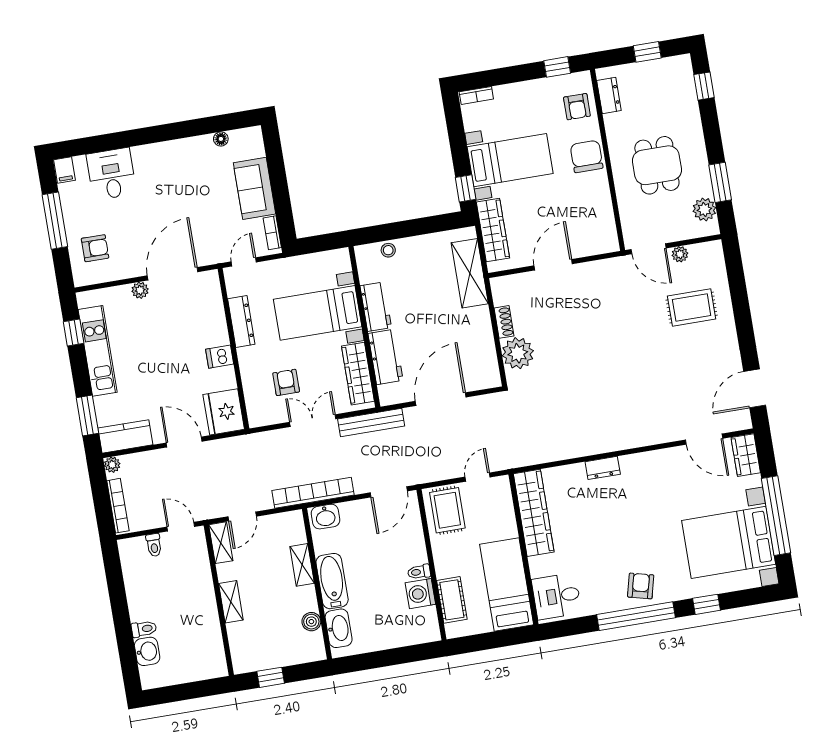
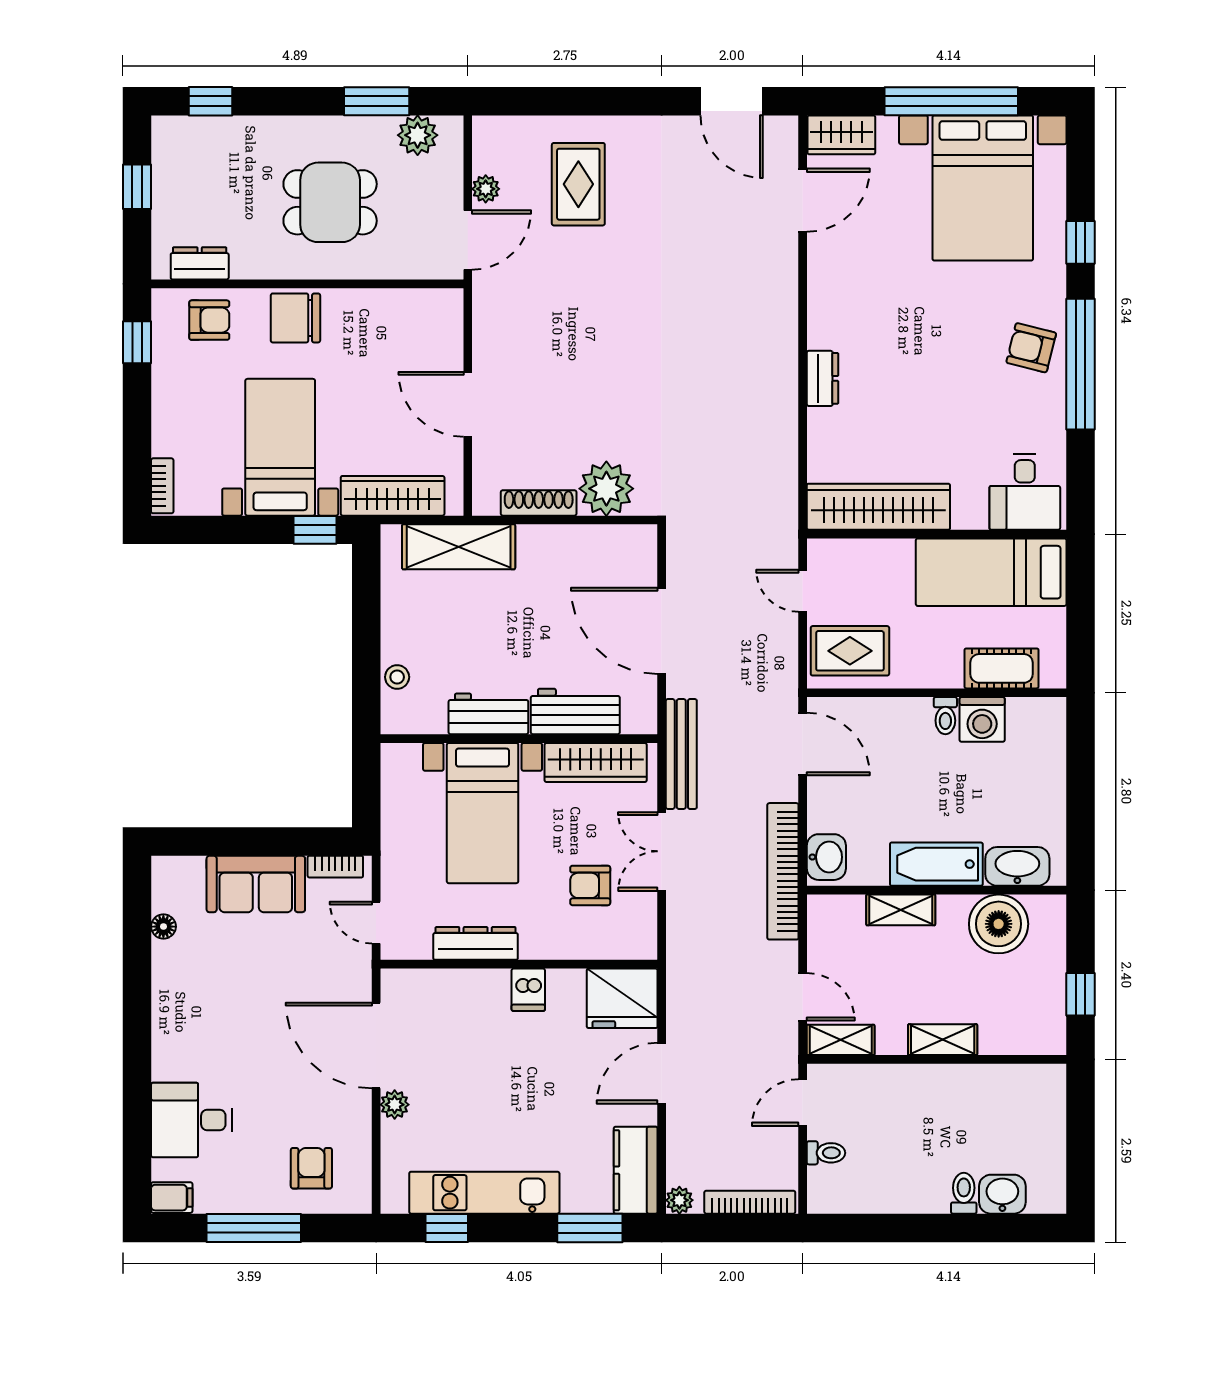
shoe rack: (504, 322) -> (539, 503), width x1.43
boiler: (311, 622) -> (999, 924), width x1.86, depth x1.86

